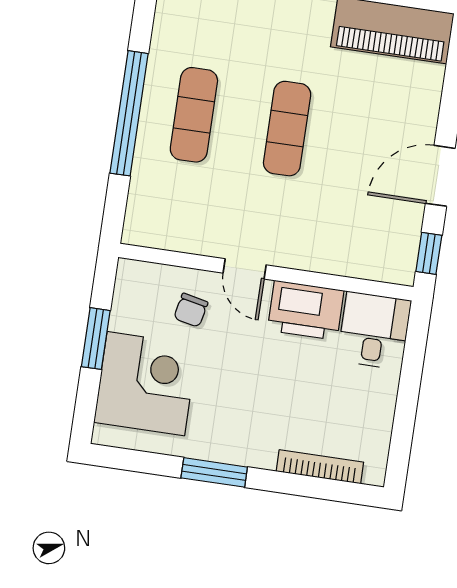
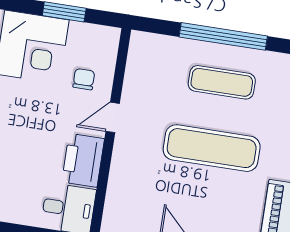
exercise mat: (287, 129) -> (212, 148), width x1.36, depth x1.45
chair: (191, 310) -> (84, 79), turned 78

